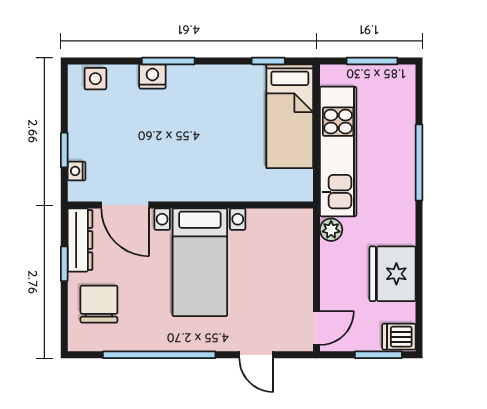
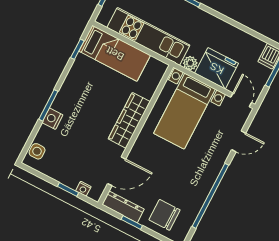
wardrobe: (206, 186) -> (129, 120), added
bed with nightstands: (200, 262) -> (184, 111), moved, turned 90
fridge: (393, 274) -> (217, 68), moved, turned 180

